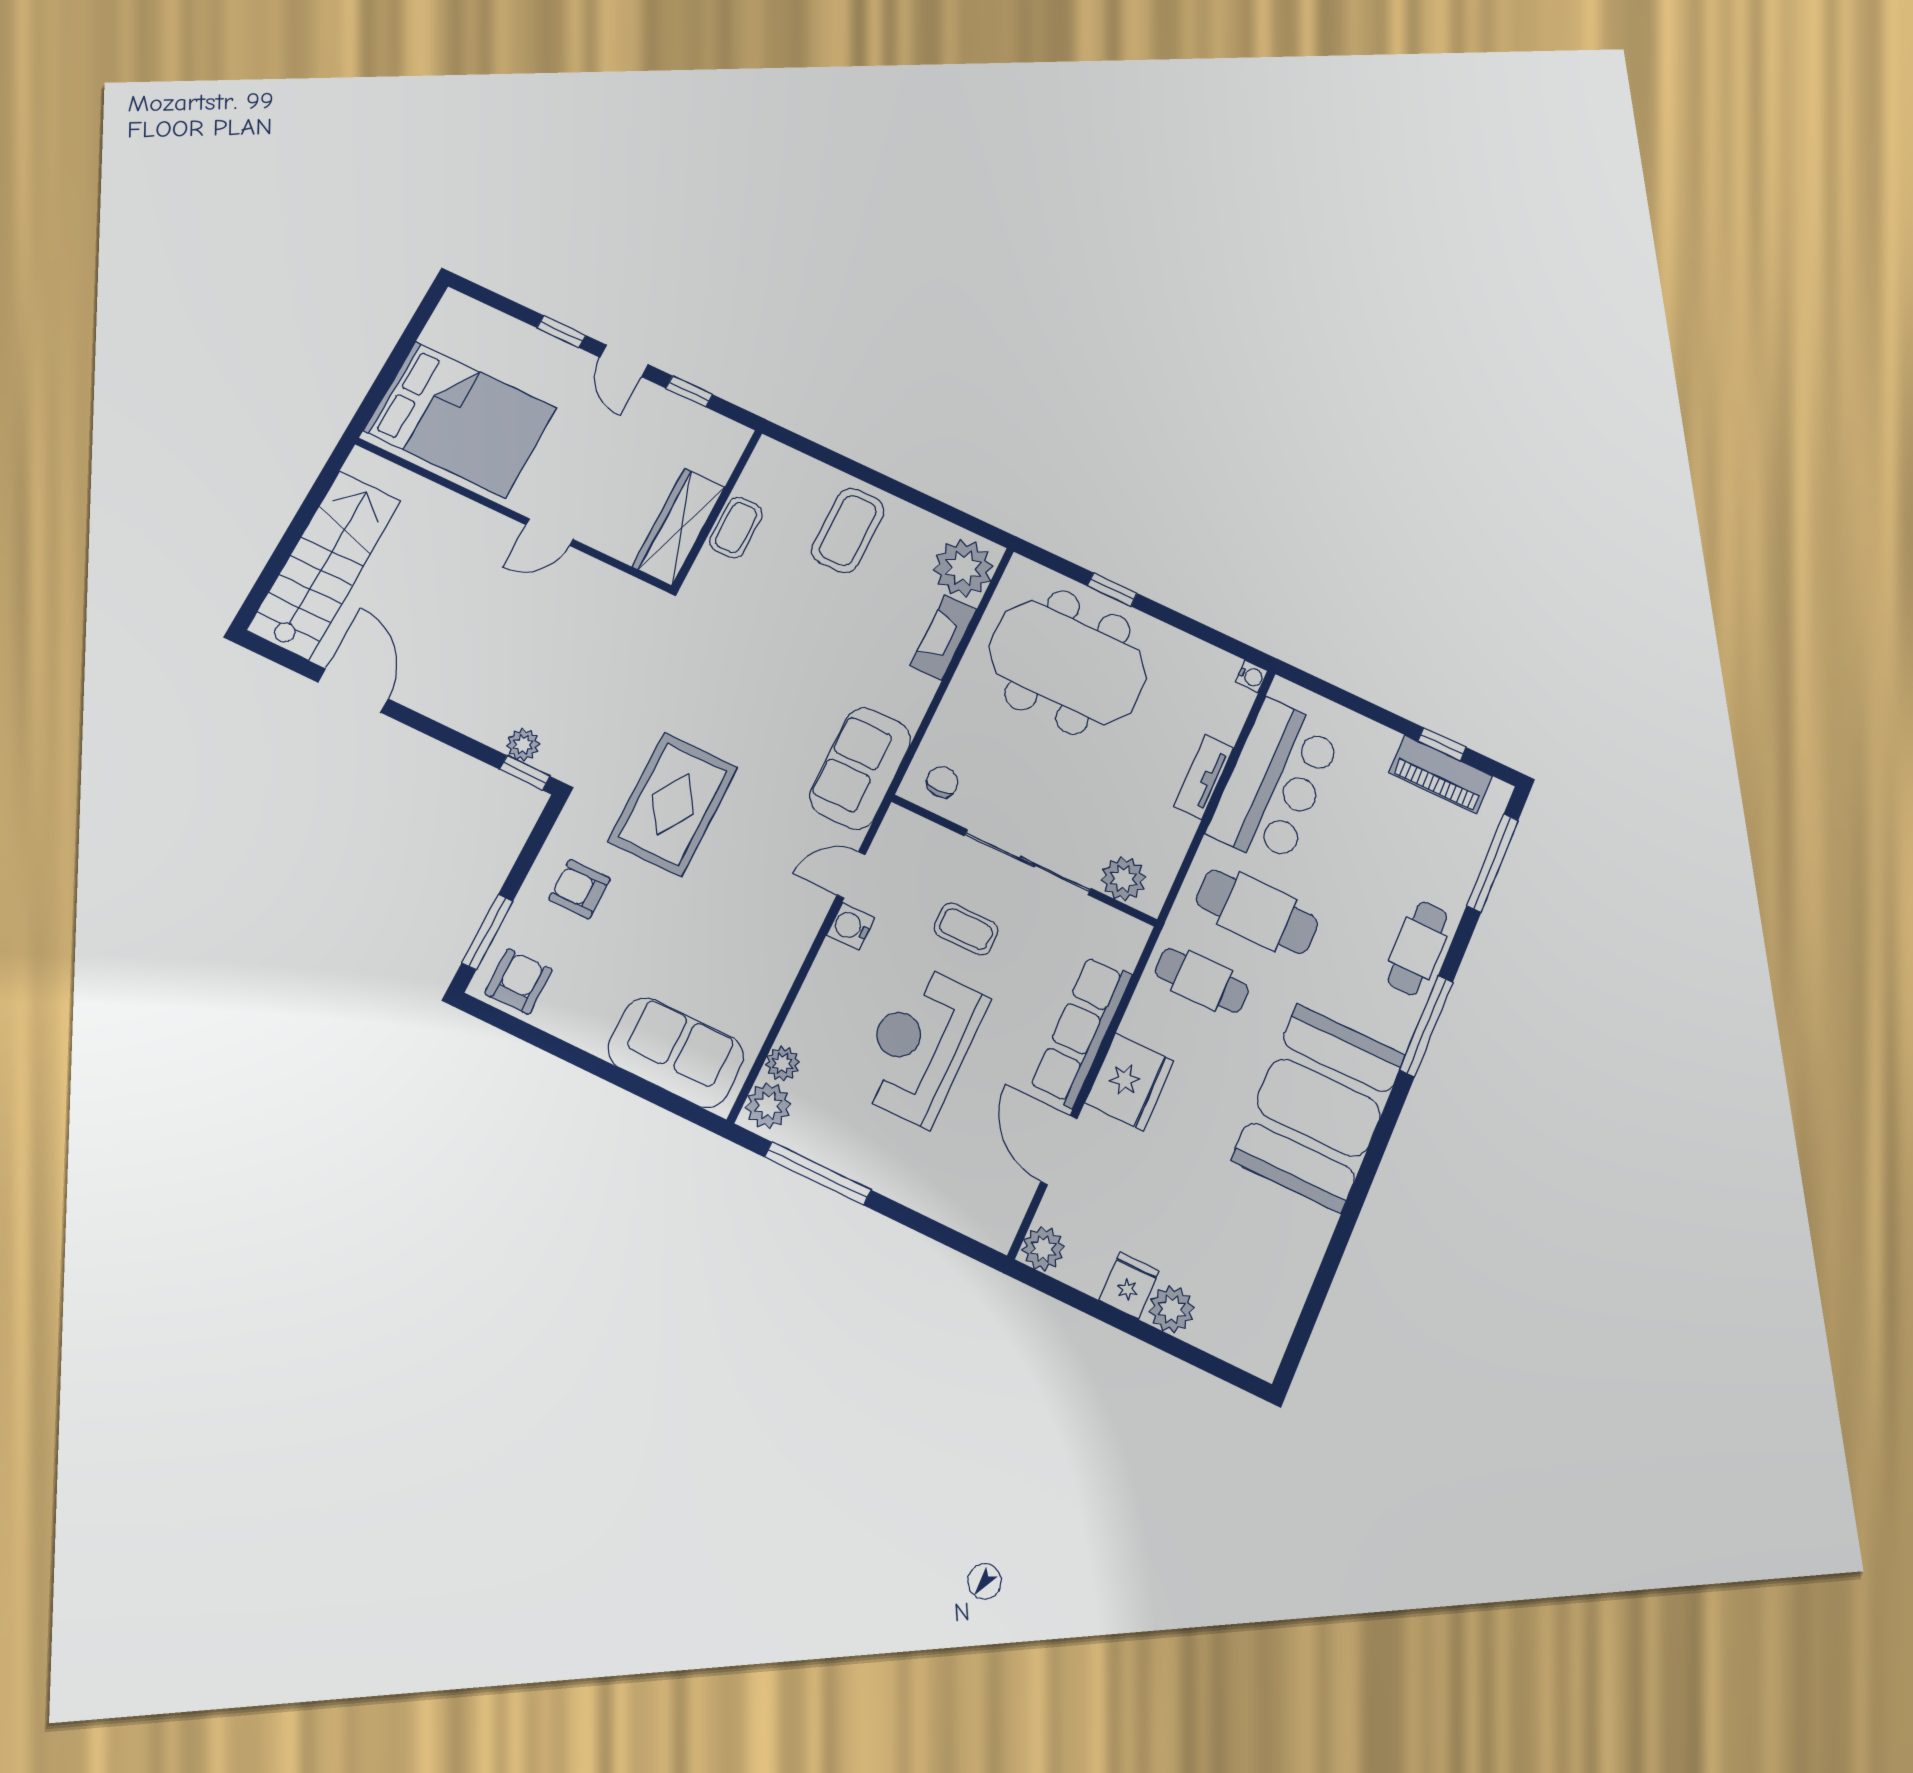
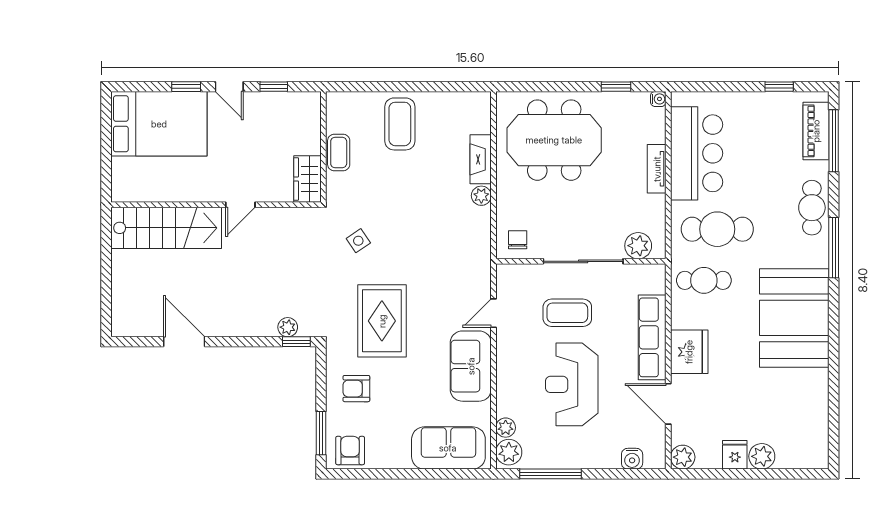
bed: (460, 419) -> (159, 124), moved
wardrobe: (678, 527) -> (307, 179), width x0.67
stairs: (324, 565) -> (166, 228), moved, turned 90
plant: (963, 568) -> (481, 196), moved, width x0.53, depth x0.53
window: (1112, 590) -> (616, 87), moved
side table: (699, 668) -> (358, 241), added
sofa: (860, 768) -> (471, 366), moved
piano: (1441, 774) -> (816, 131), moved, turned 90
water cooler: (851, 926) -> (632, 459), moved, turned -90
coffee table: (966, 929) -> (567, 313), width x1.36, depth x1.30

